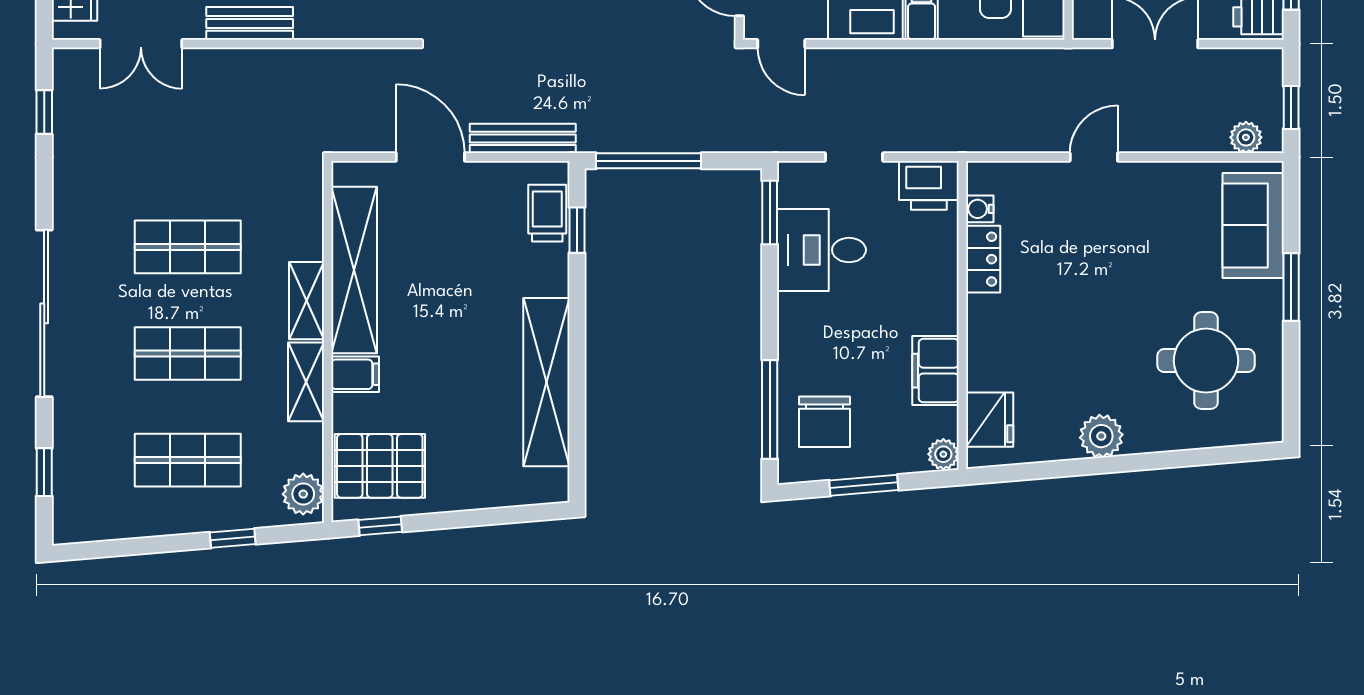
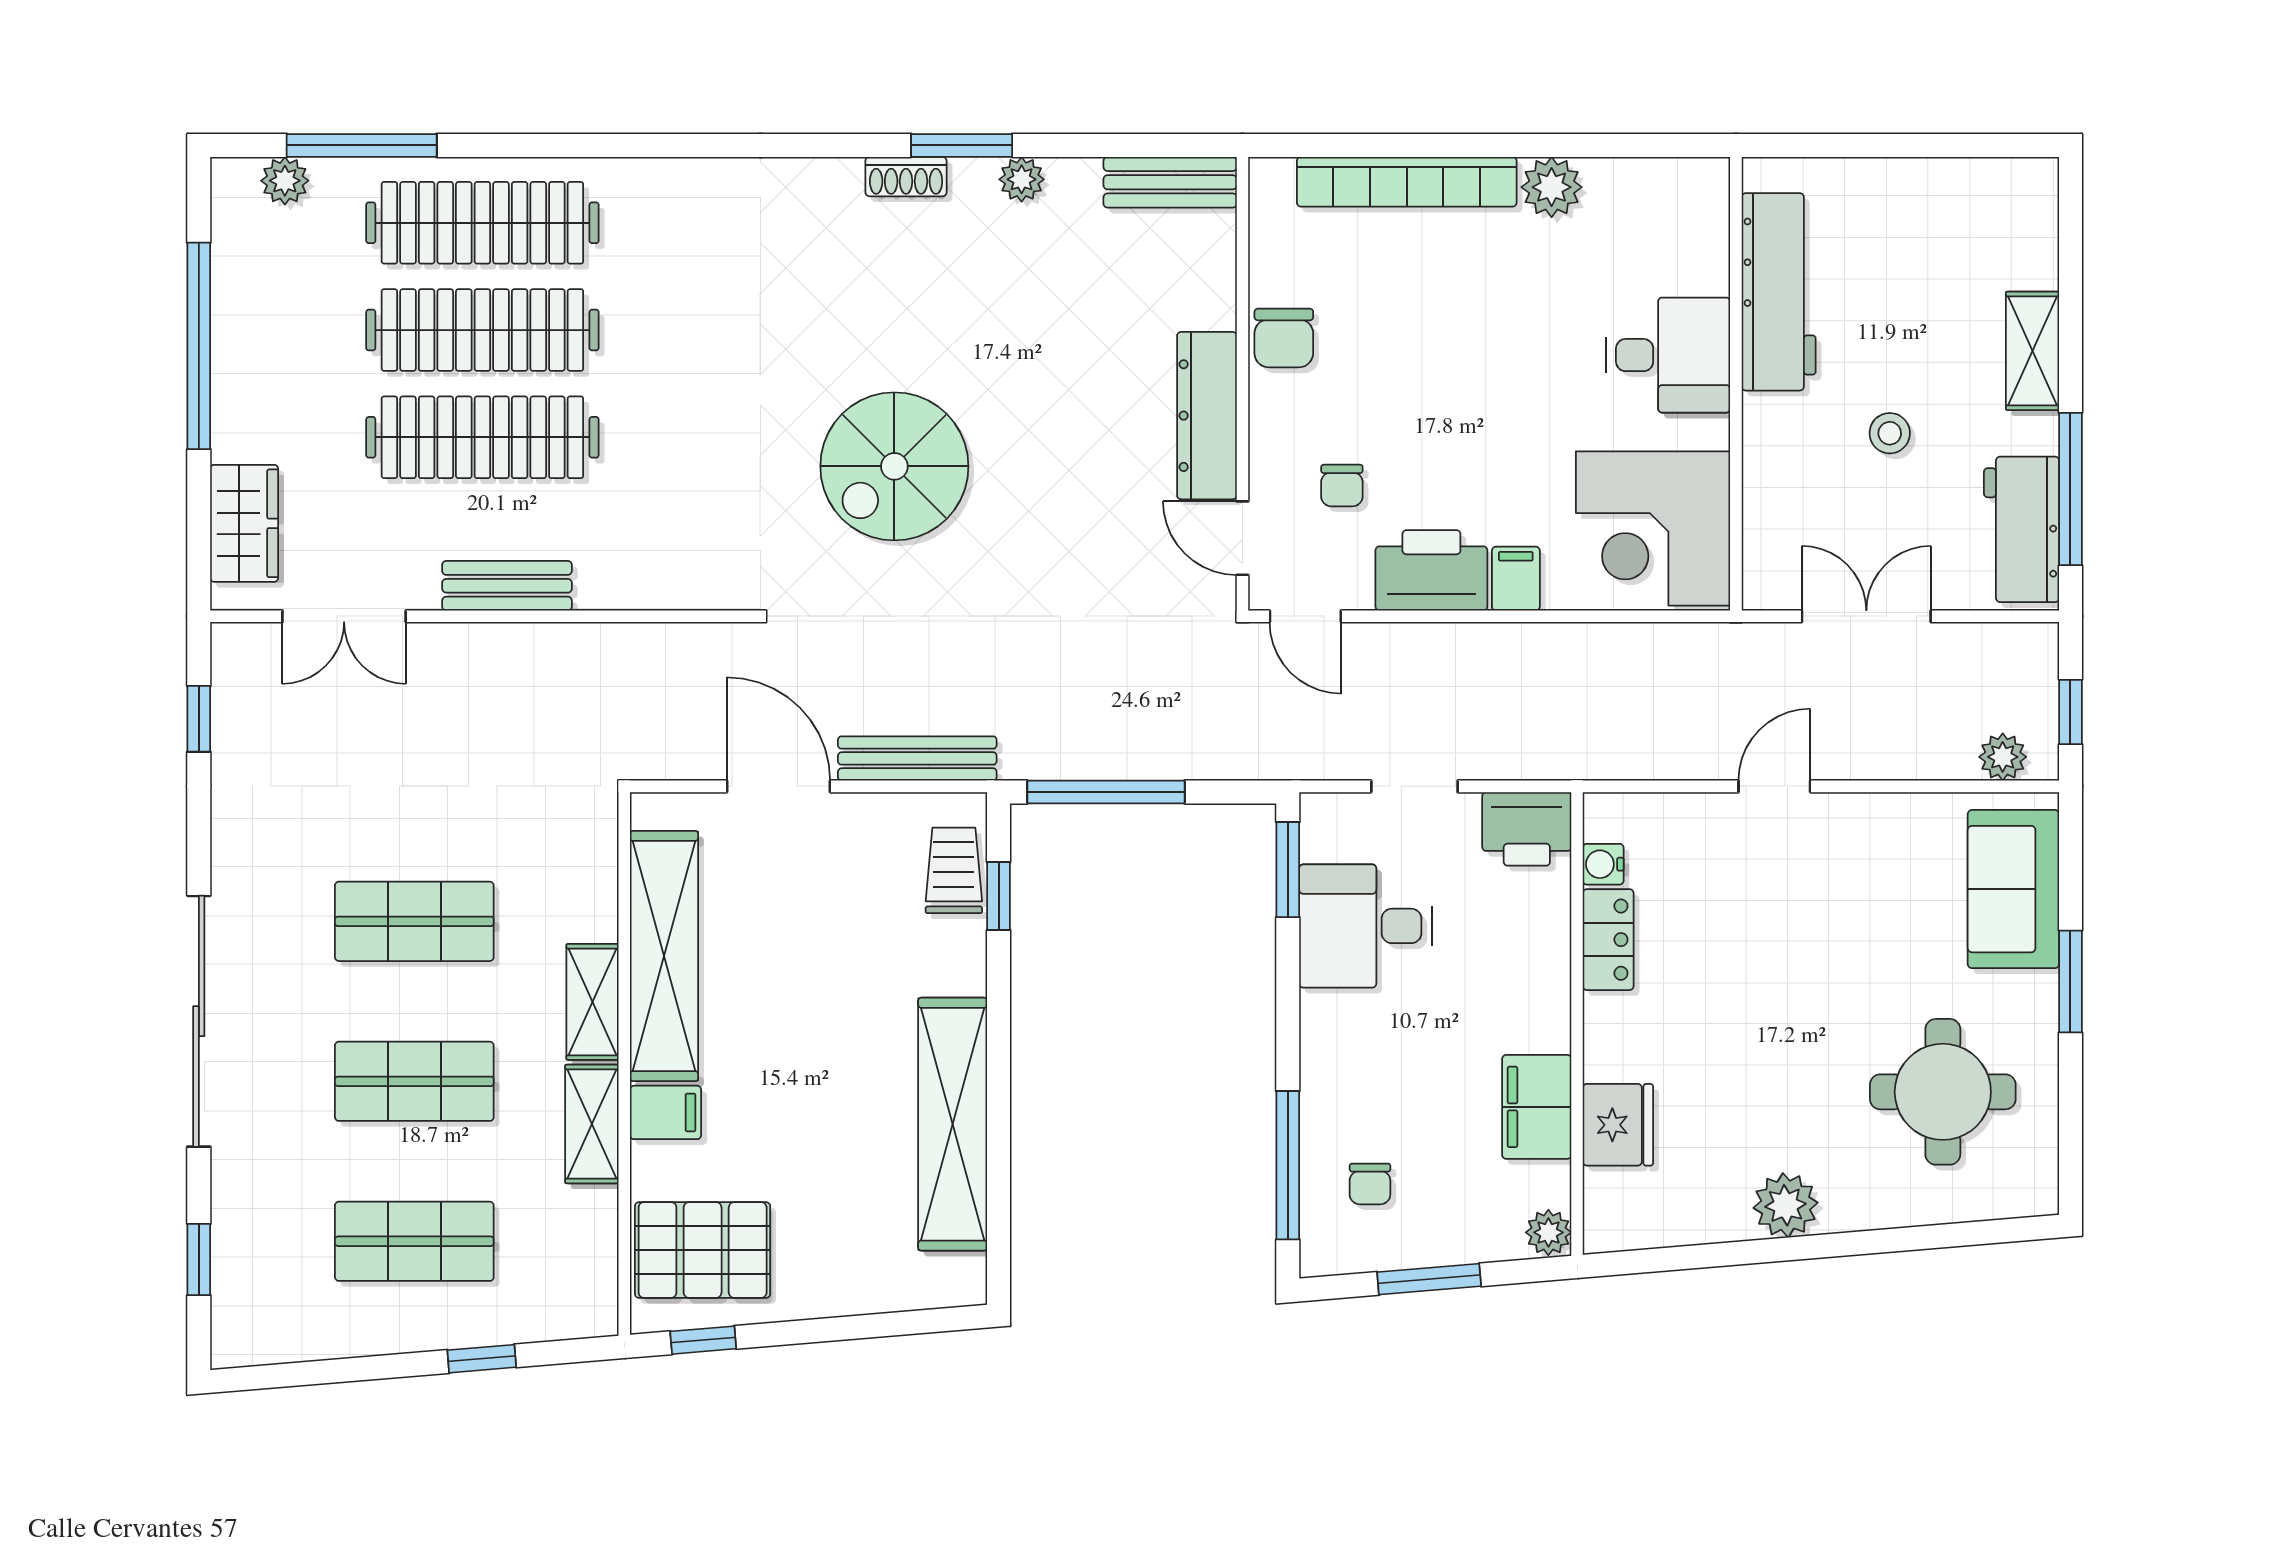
fridge: (990, 420) -> (1618, 1125), moved
chair: (824, 422) -> (1370, 1184), width x0.54, depth x0.54
plant: (303, 494) -> (588, 1292), removed

